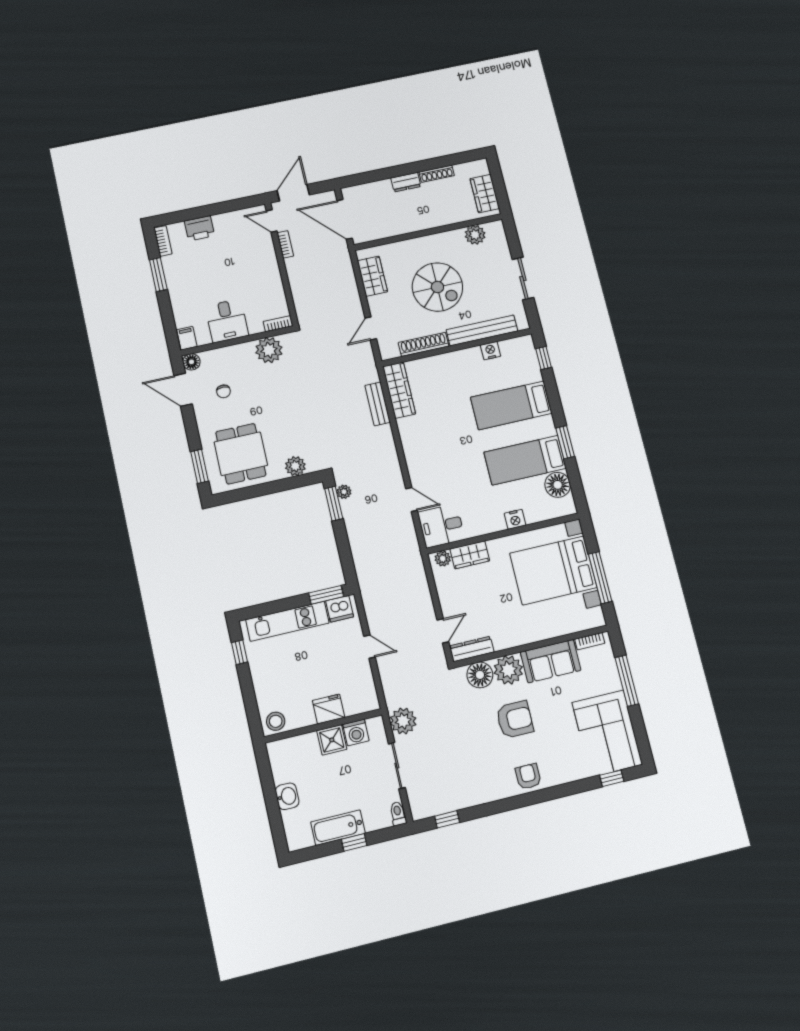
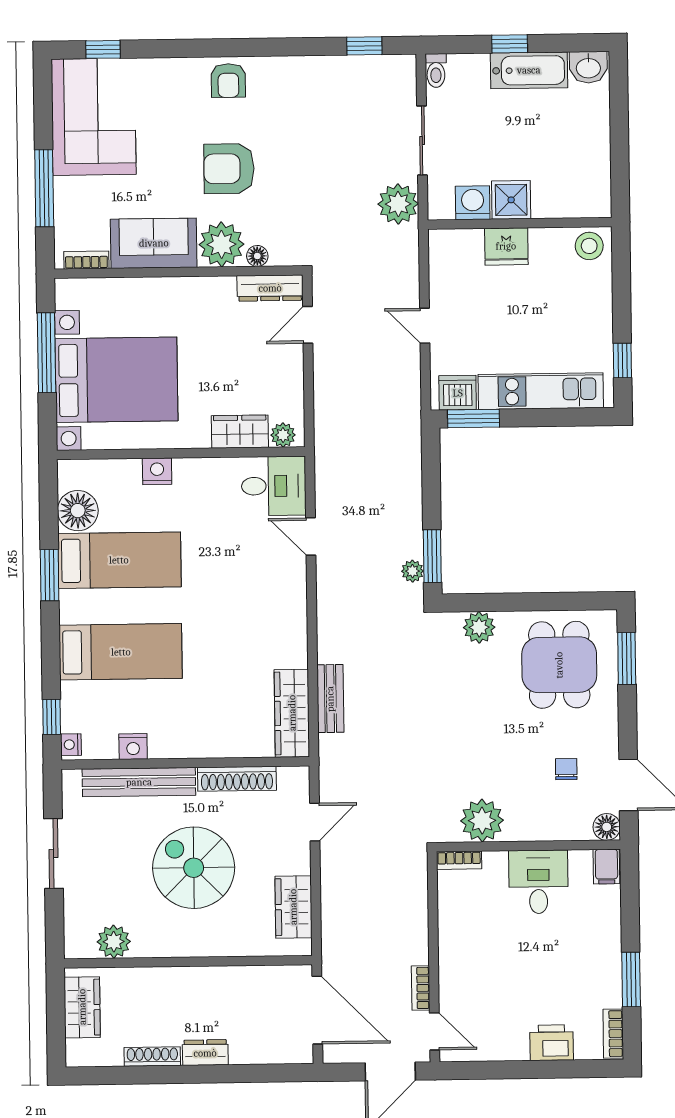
nightstand: (528, 344) -> (71, 745), added
floor lamp: (480, 675) -> (257, 256), width x0.53, depth x0.53
washbasin: (287, 796) -> (588, 67), moved, turned -90

